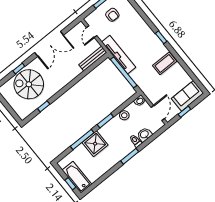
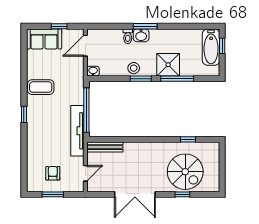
double door: (49, 44) -> (135, 194), swing flipped
stool: (124, 115) -> (134, 68), moved
washbasin: (145, 135) -> (141, 35), moved

